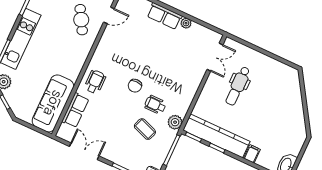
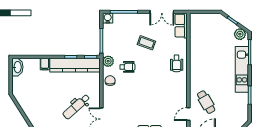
chair: (135, 86) -> (110, 81), moved
dental chair: (238, 86) -> (76, 107), turned -132
sofa: (53, 103) -> (199, 35), removed
row of seats: (75, 110) -> (181, 26), moved
coffee table: (145, 129) -> (146, 43), moved

